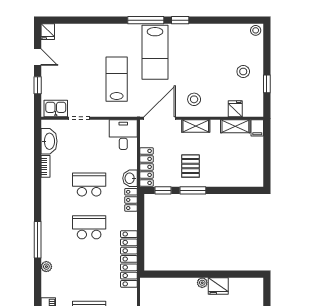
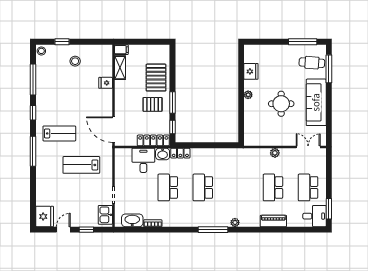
window: (146, 20) -> (33, 151), moved
window: (221, 20) -> (33, 80), added
fridge: (48, 32) -> (45, 216), width x1.88, depth x1.34
lab bench: (155, 52) -> (59, 133), width x0.73, depth x0.72
window: (267, 84) -> (62, 42), moved
stool: (194, 99) -> (98, 101), removed
fridge: (235, 109) -> (106, 83), moved
shelving: (196, 126) -> (120, 100), removed
desk: (123, 135) -> (143, 160), moved, turned 90
pallet: (223, 170) -> (156, 78), added
locker: (129, 259) -> (229, 155), removed
fridge: (218, 286) -> (251, 71), moved

